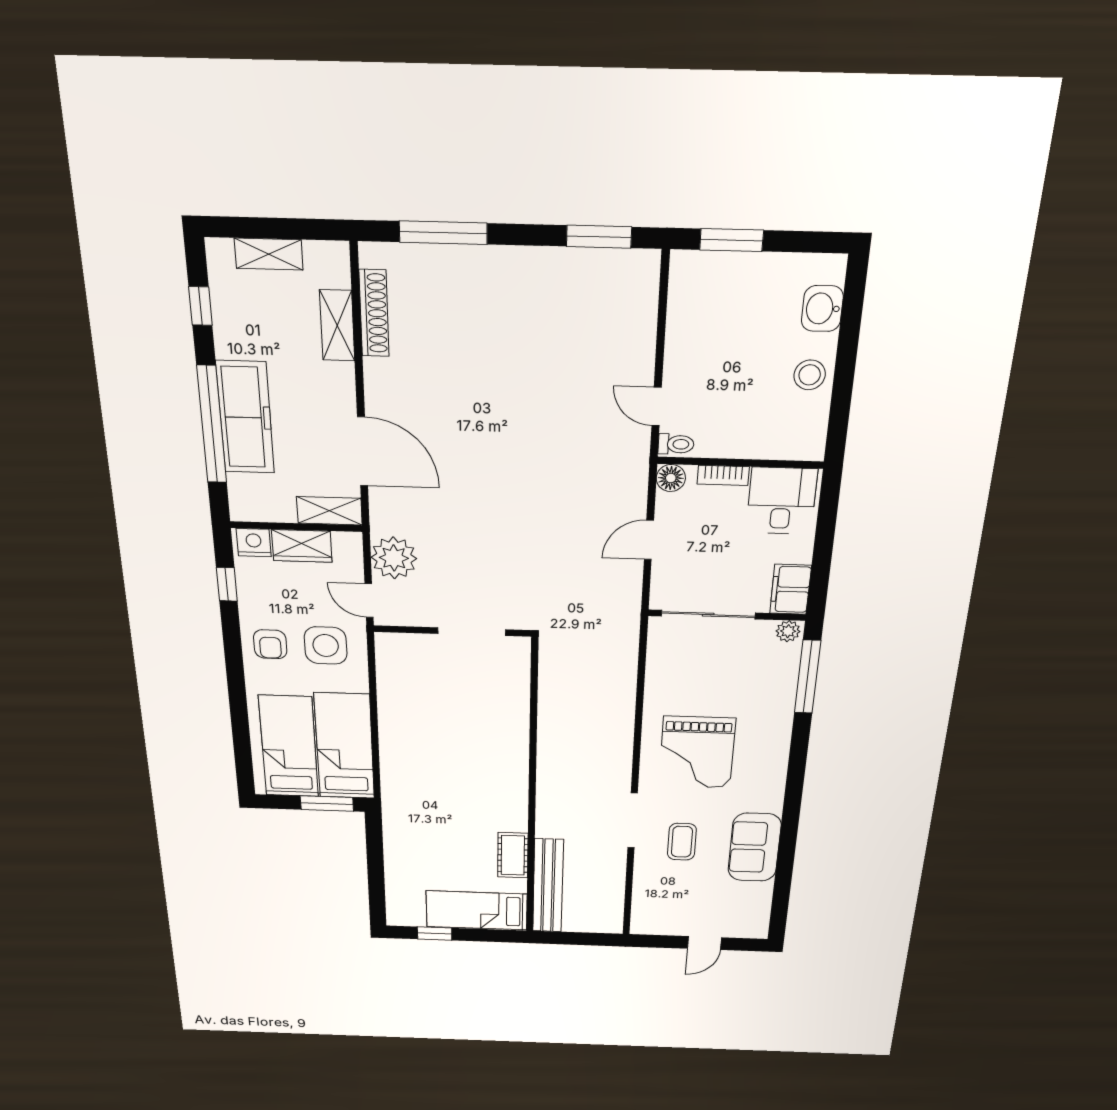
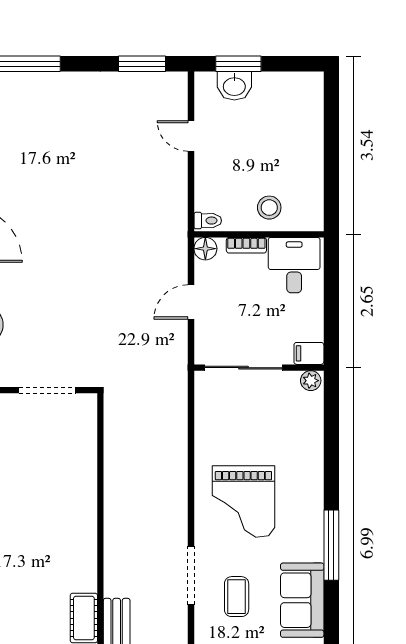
washbasin: (822, 309) -> (234, 86), moved, turned -90
stool: (810, 375) -> (269, 208), moved
door: (657, 407) -> (191, 136), moved
filing cabinet: (791, 589) -> (309, 353), width x0.50
window: (808, 677) -> (331, 545), moved

